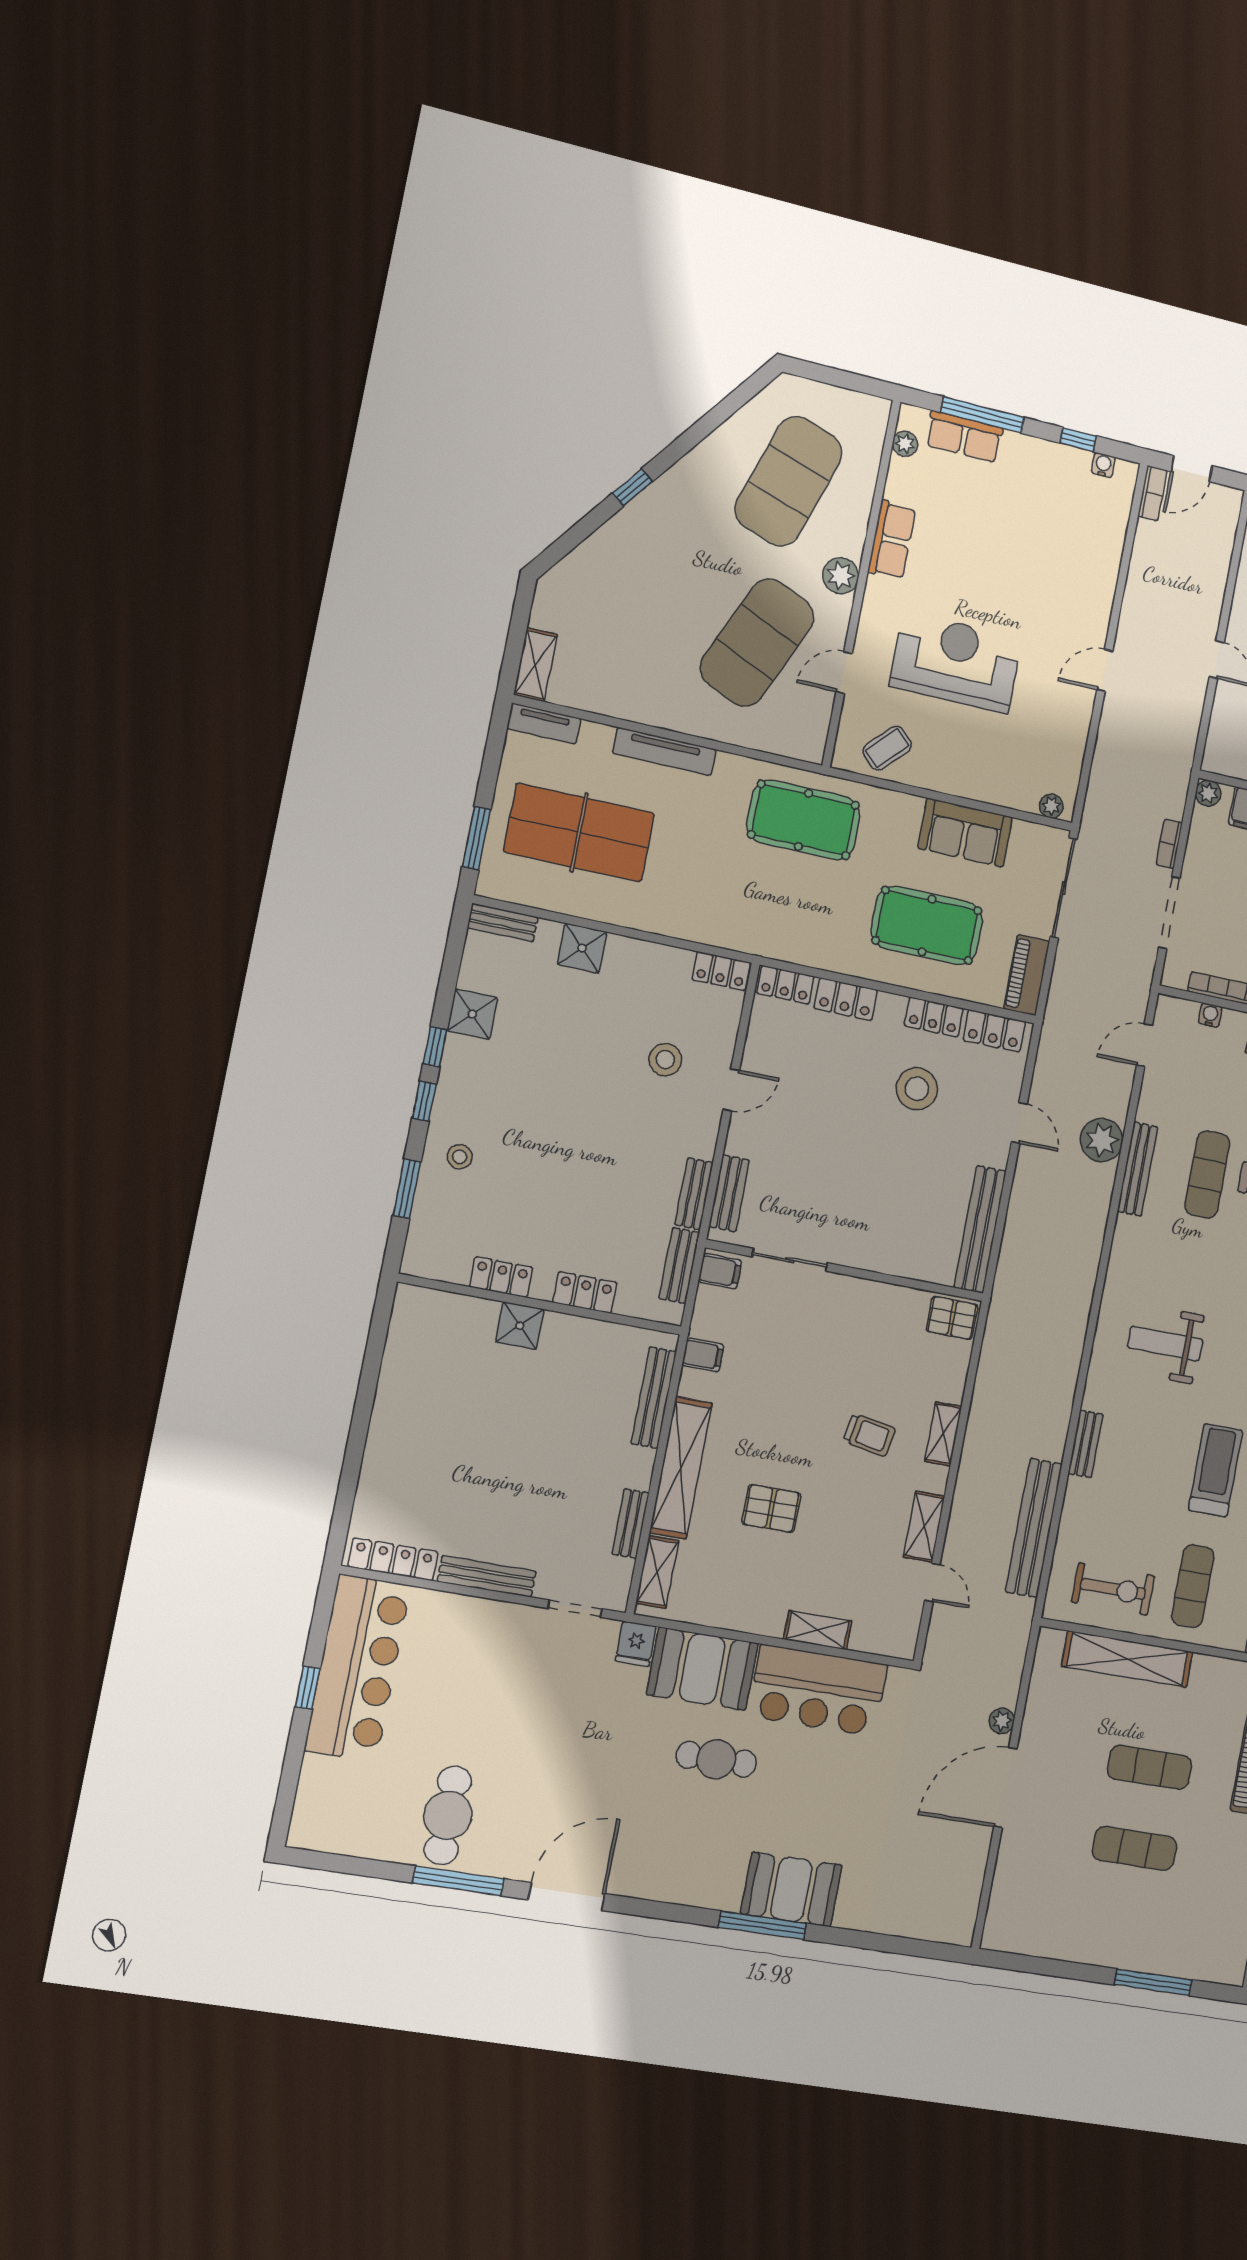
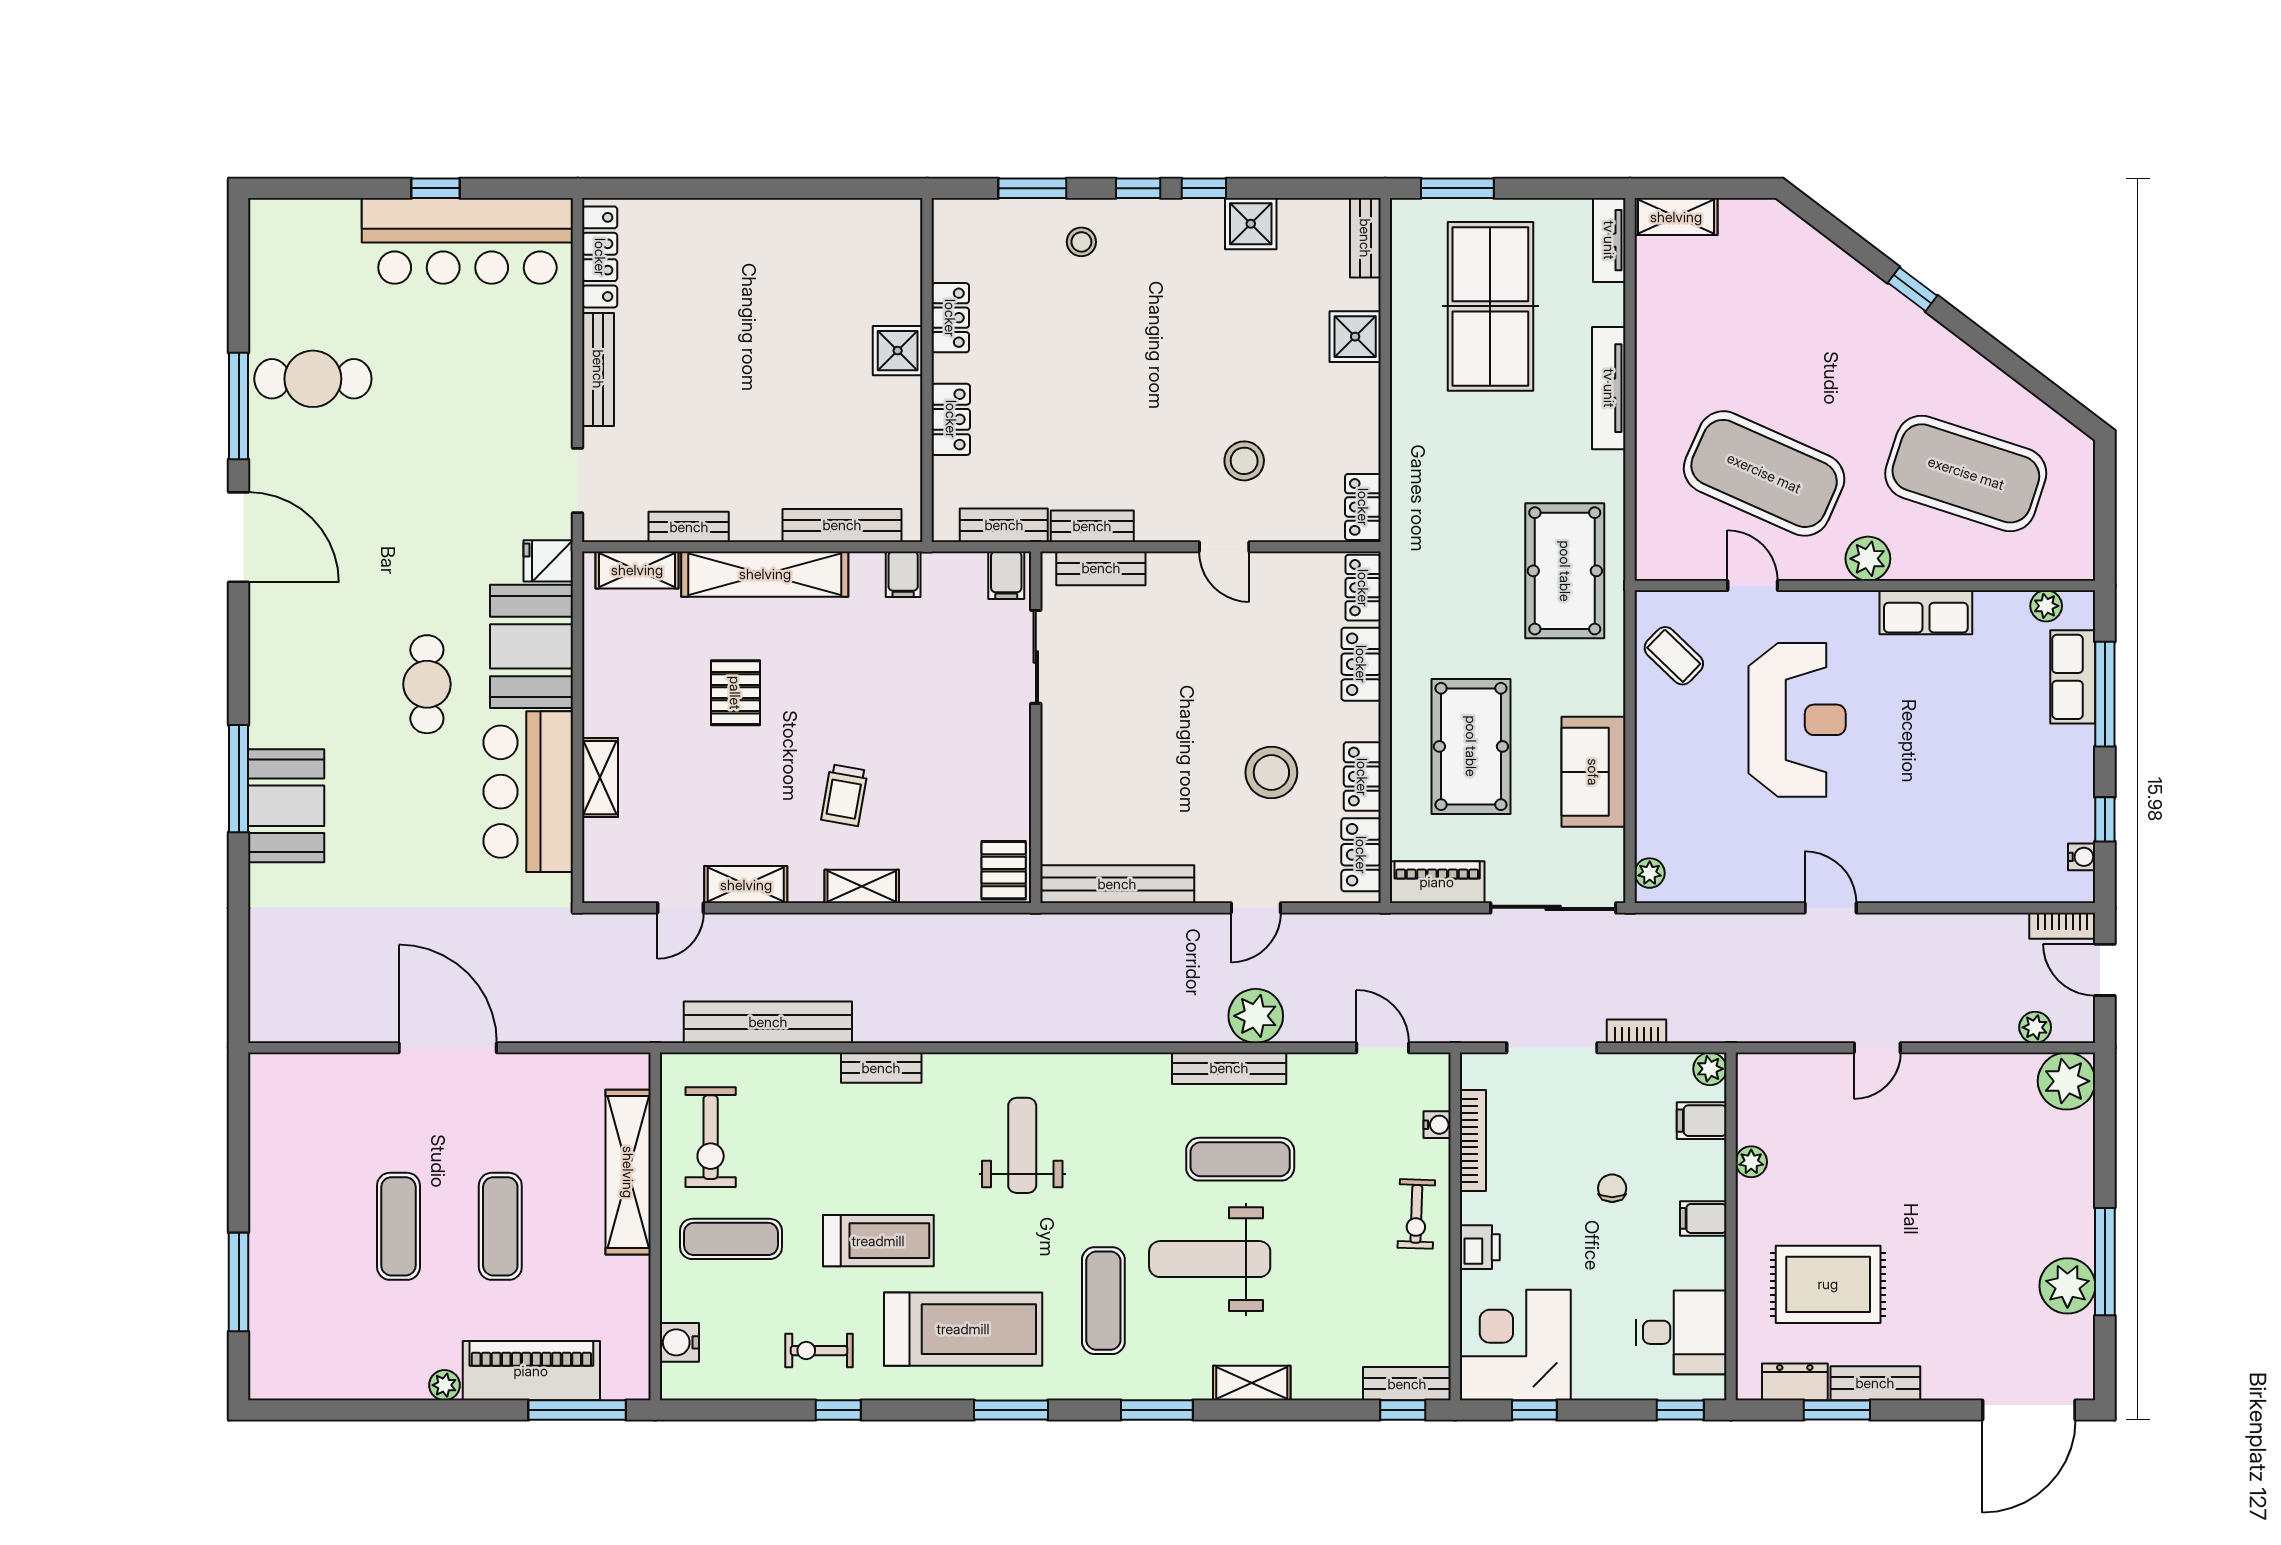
plant: (1002, 1721) -> (2035, 1027), moved

